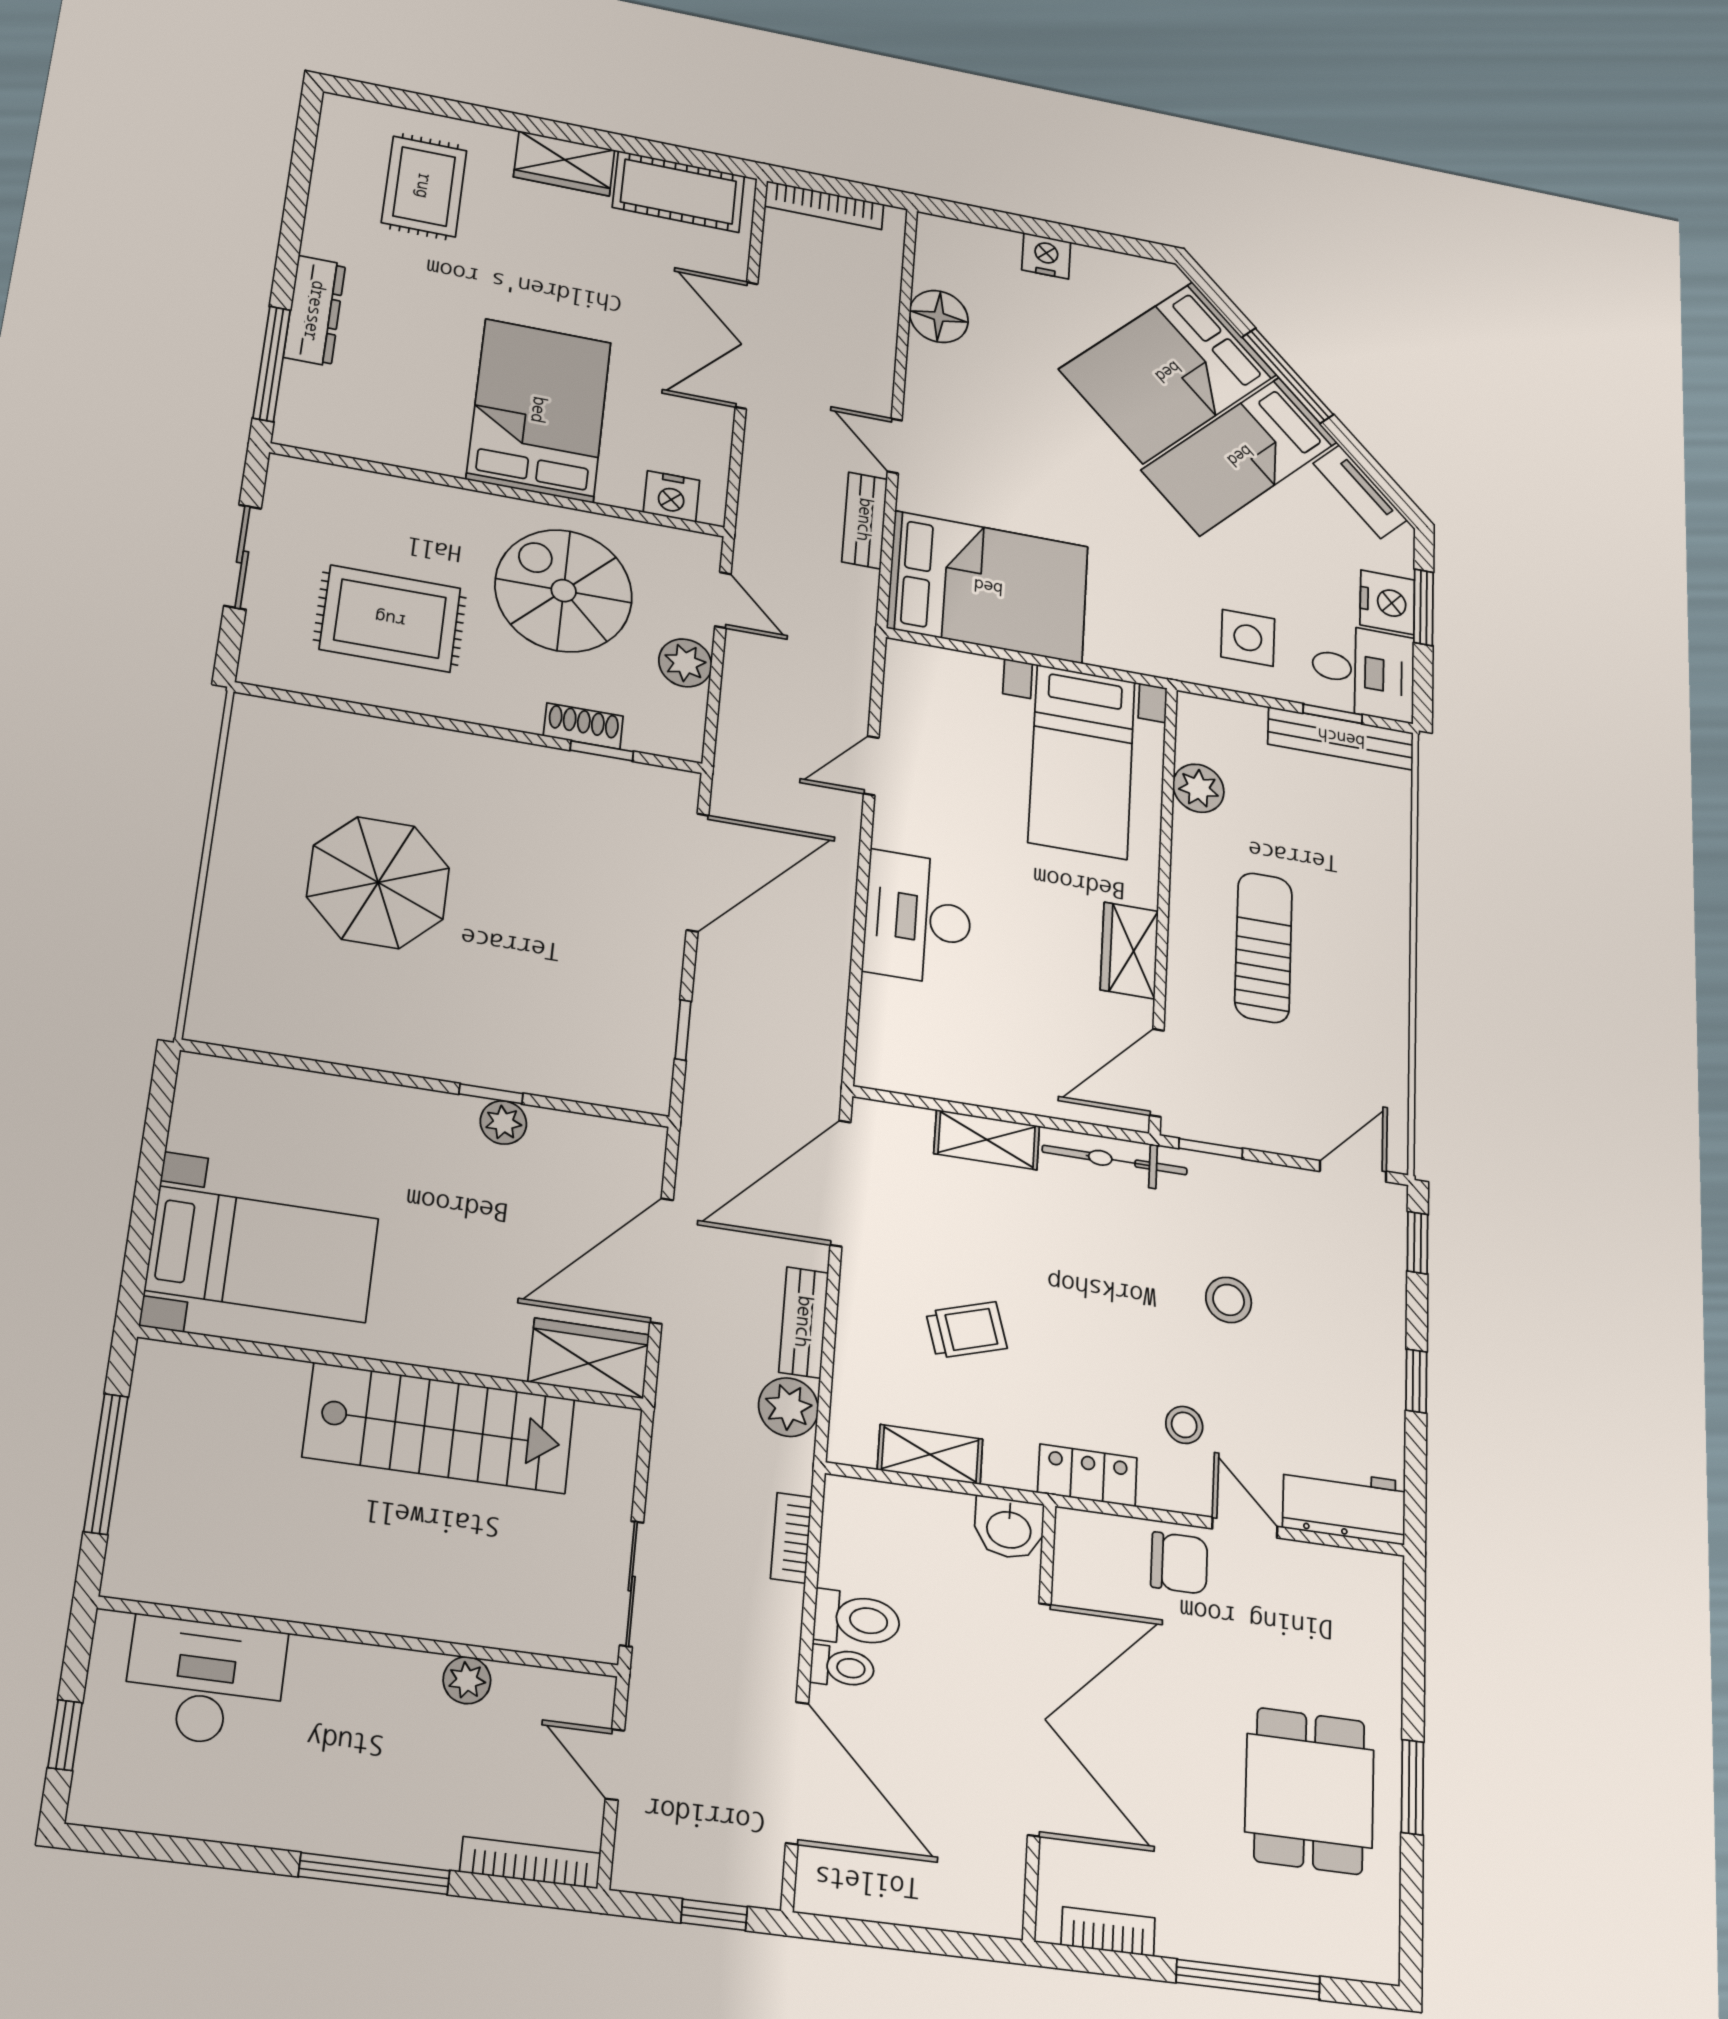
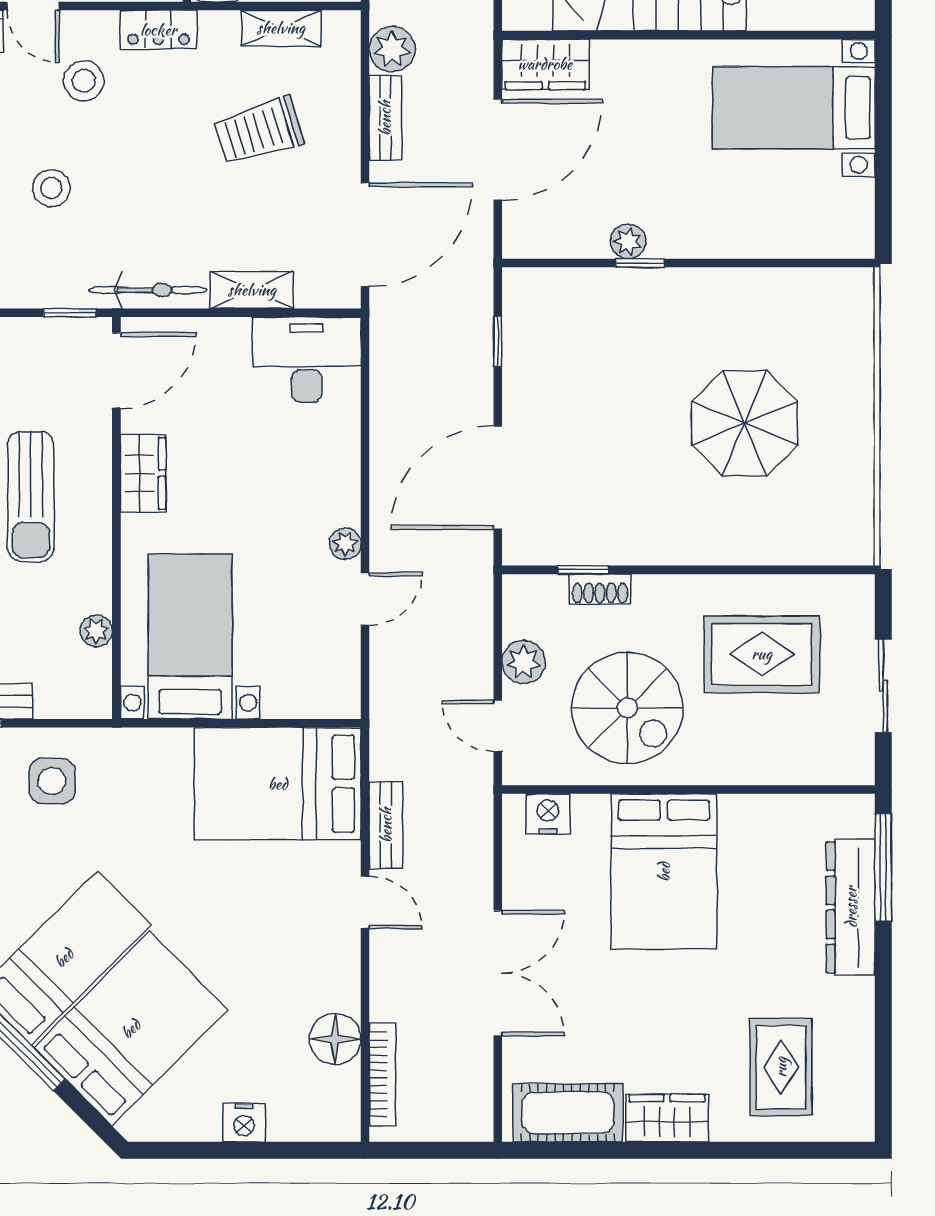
bookcase: (824, 205) -> (382, 1074), moved, turned 90
dresser: (315, 311) -> (851, 907), width x1.37, depth x1.24
plant: (1198, 788) -> (96, 631), width x0.73, depth x0.73
plant: (891, 831) -> (345, 544), added
desk: (918, 918) -> (307, 360), moved, turned -90
trolley: (966, 1330) -> (259, 131), width x1.36, depth x1.39
stool: (1184, 1425) -> (84, 81), width x1.37, depth x1.37

